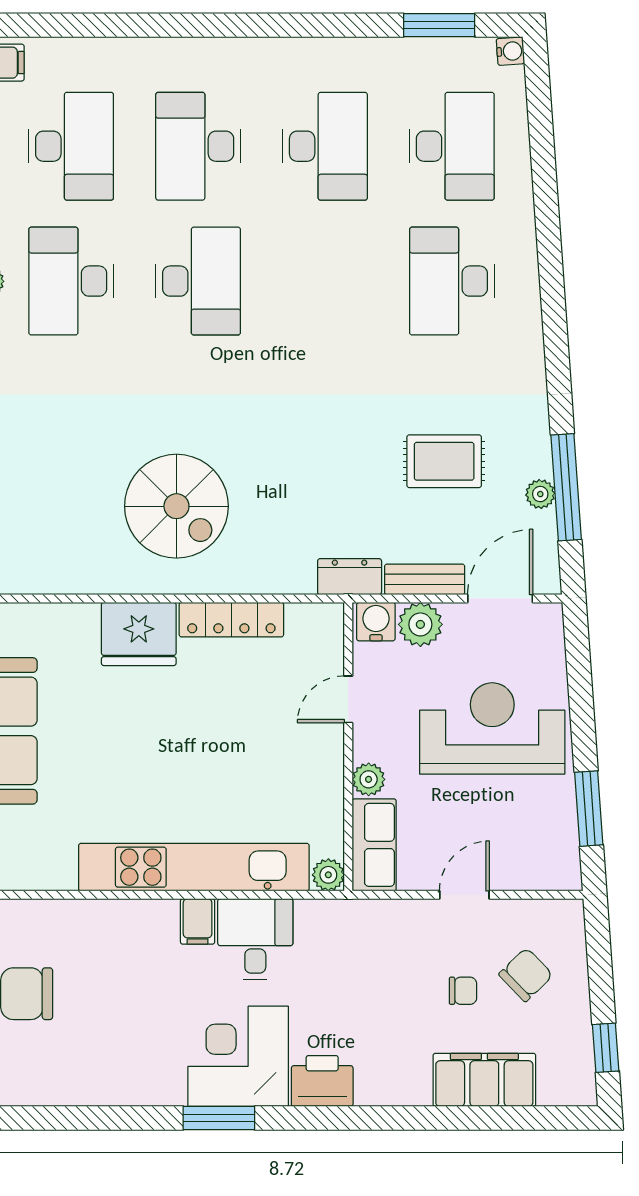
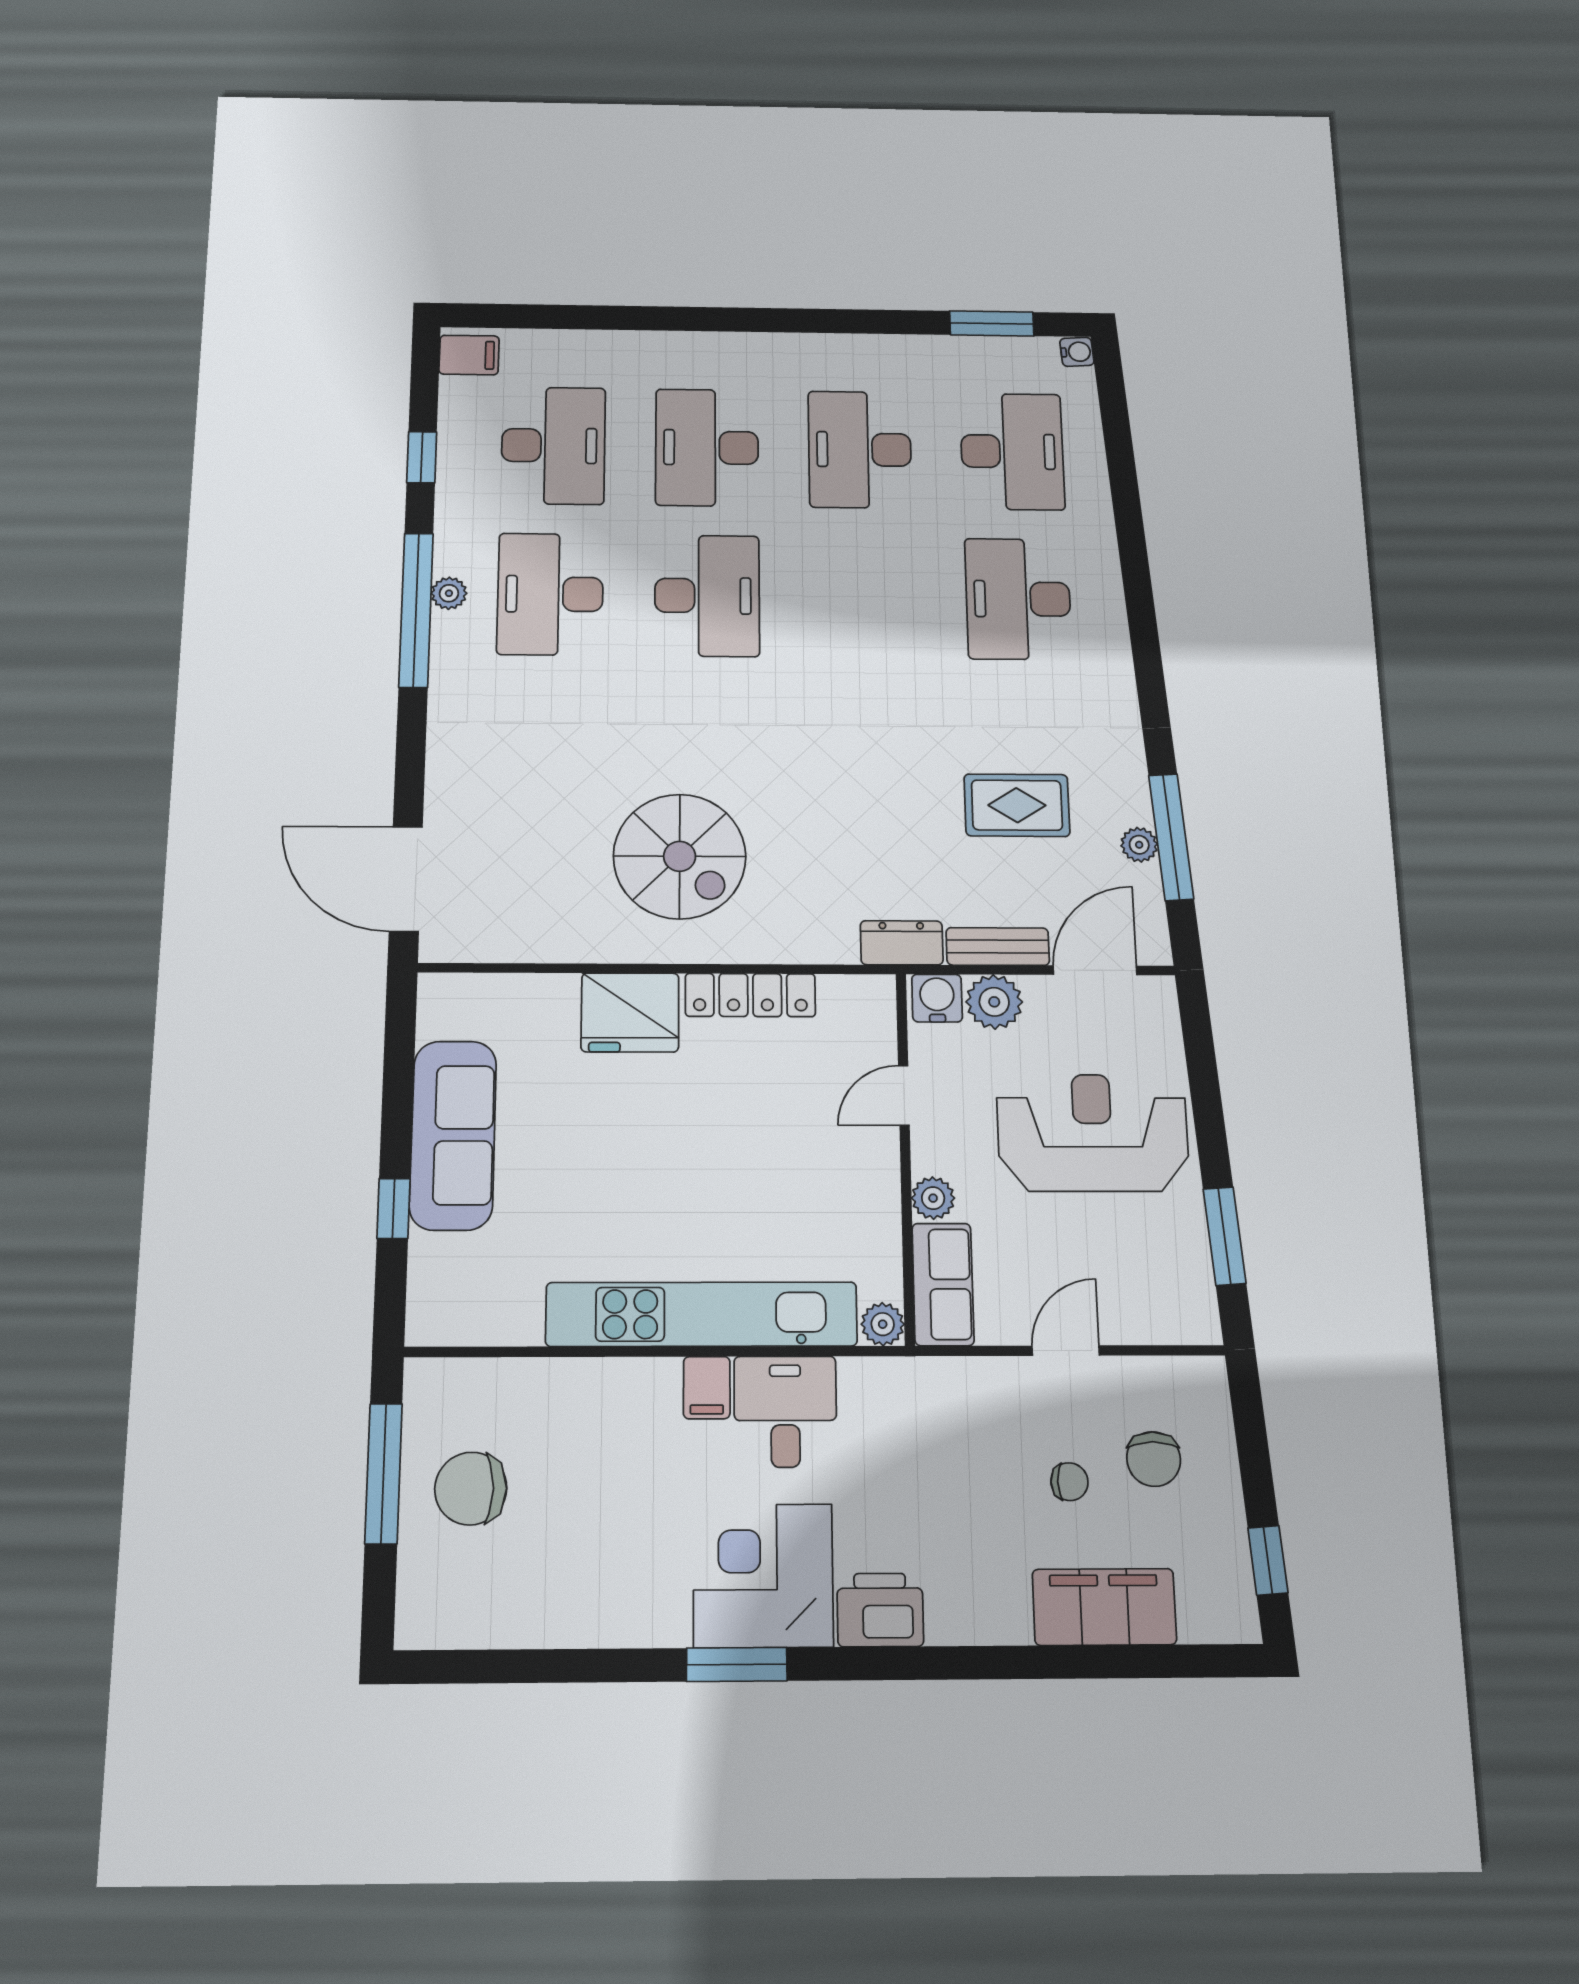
desk: (325, 146) -> (860, 449), turned 180
chair: (526, 975) -> (1154, 1459), turned 134

